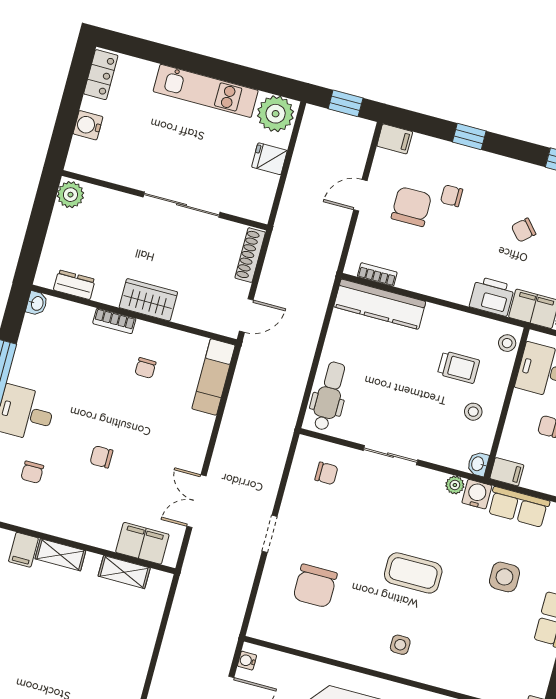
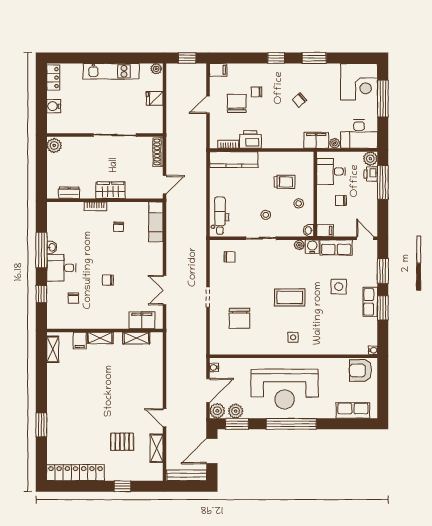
plant: (276, 114) -> (156, 69), width x0.53, depth x0.53
window: (469, 136) -> (276, 58), moved
printer: (492, 296) -> (250, 140), moved
washbasin: (37, 303) -> (52, 247), moved
stool: (507, 343) -> (266, 215), moved

